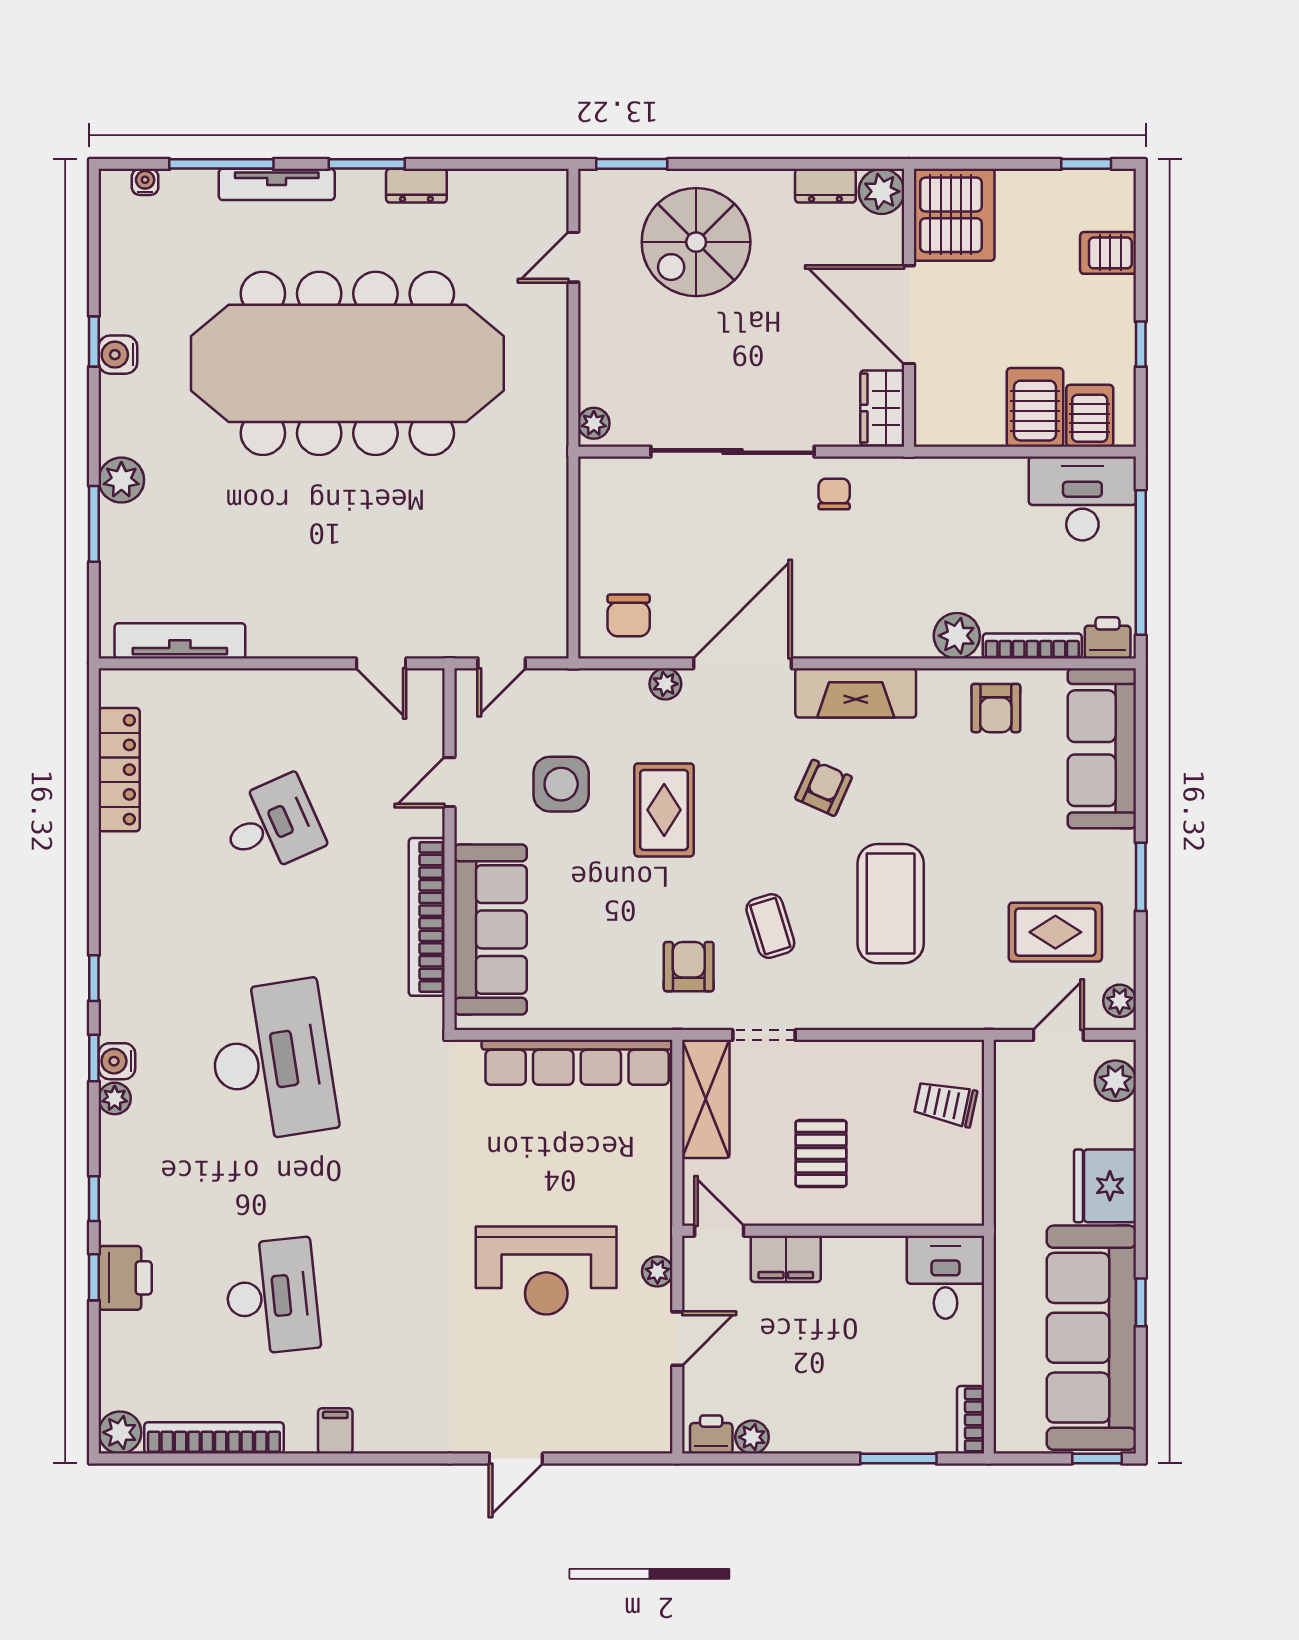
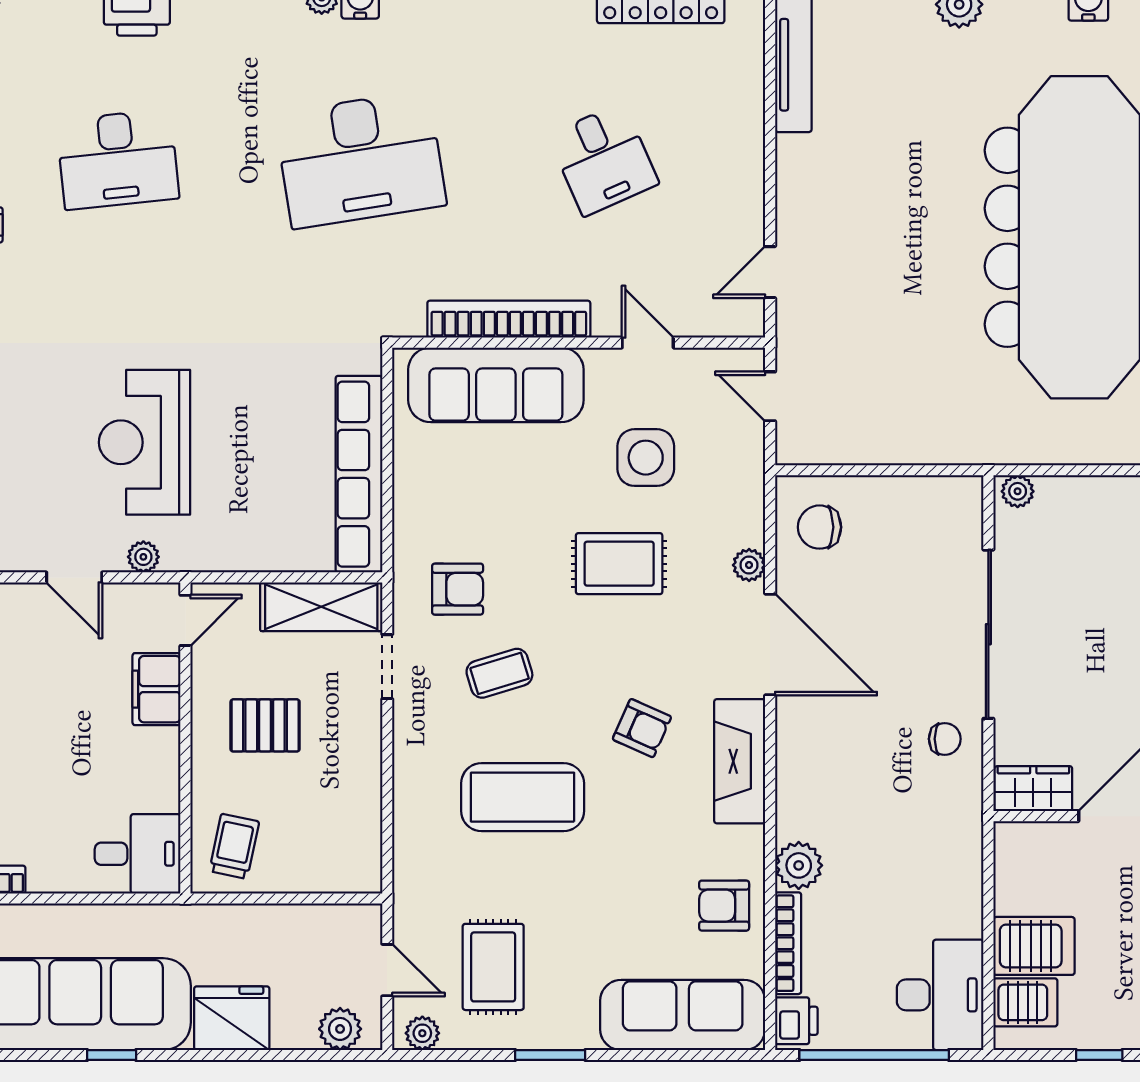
trolley: (946, 1103) -> (234, 846), moved

